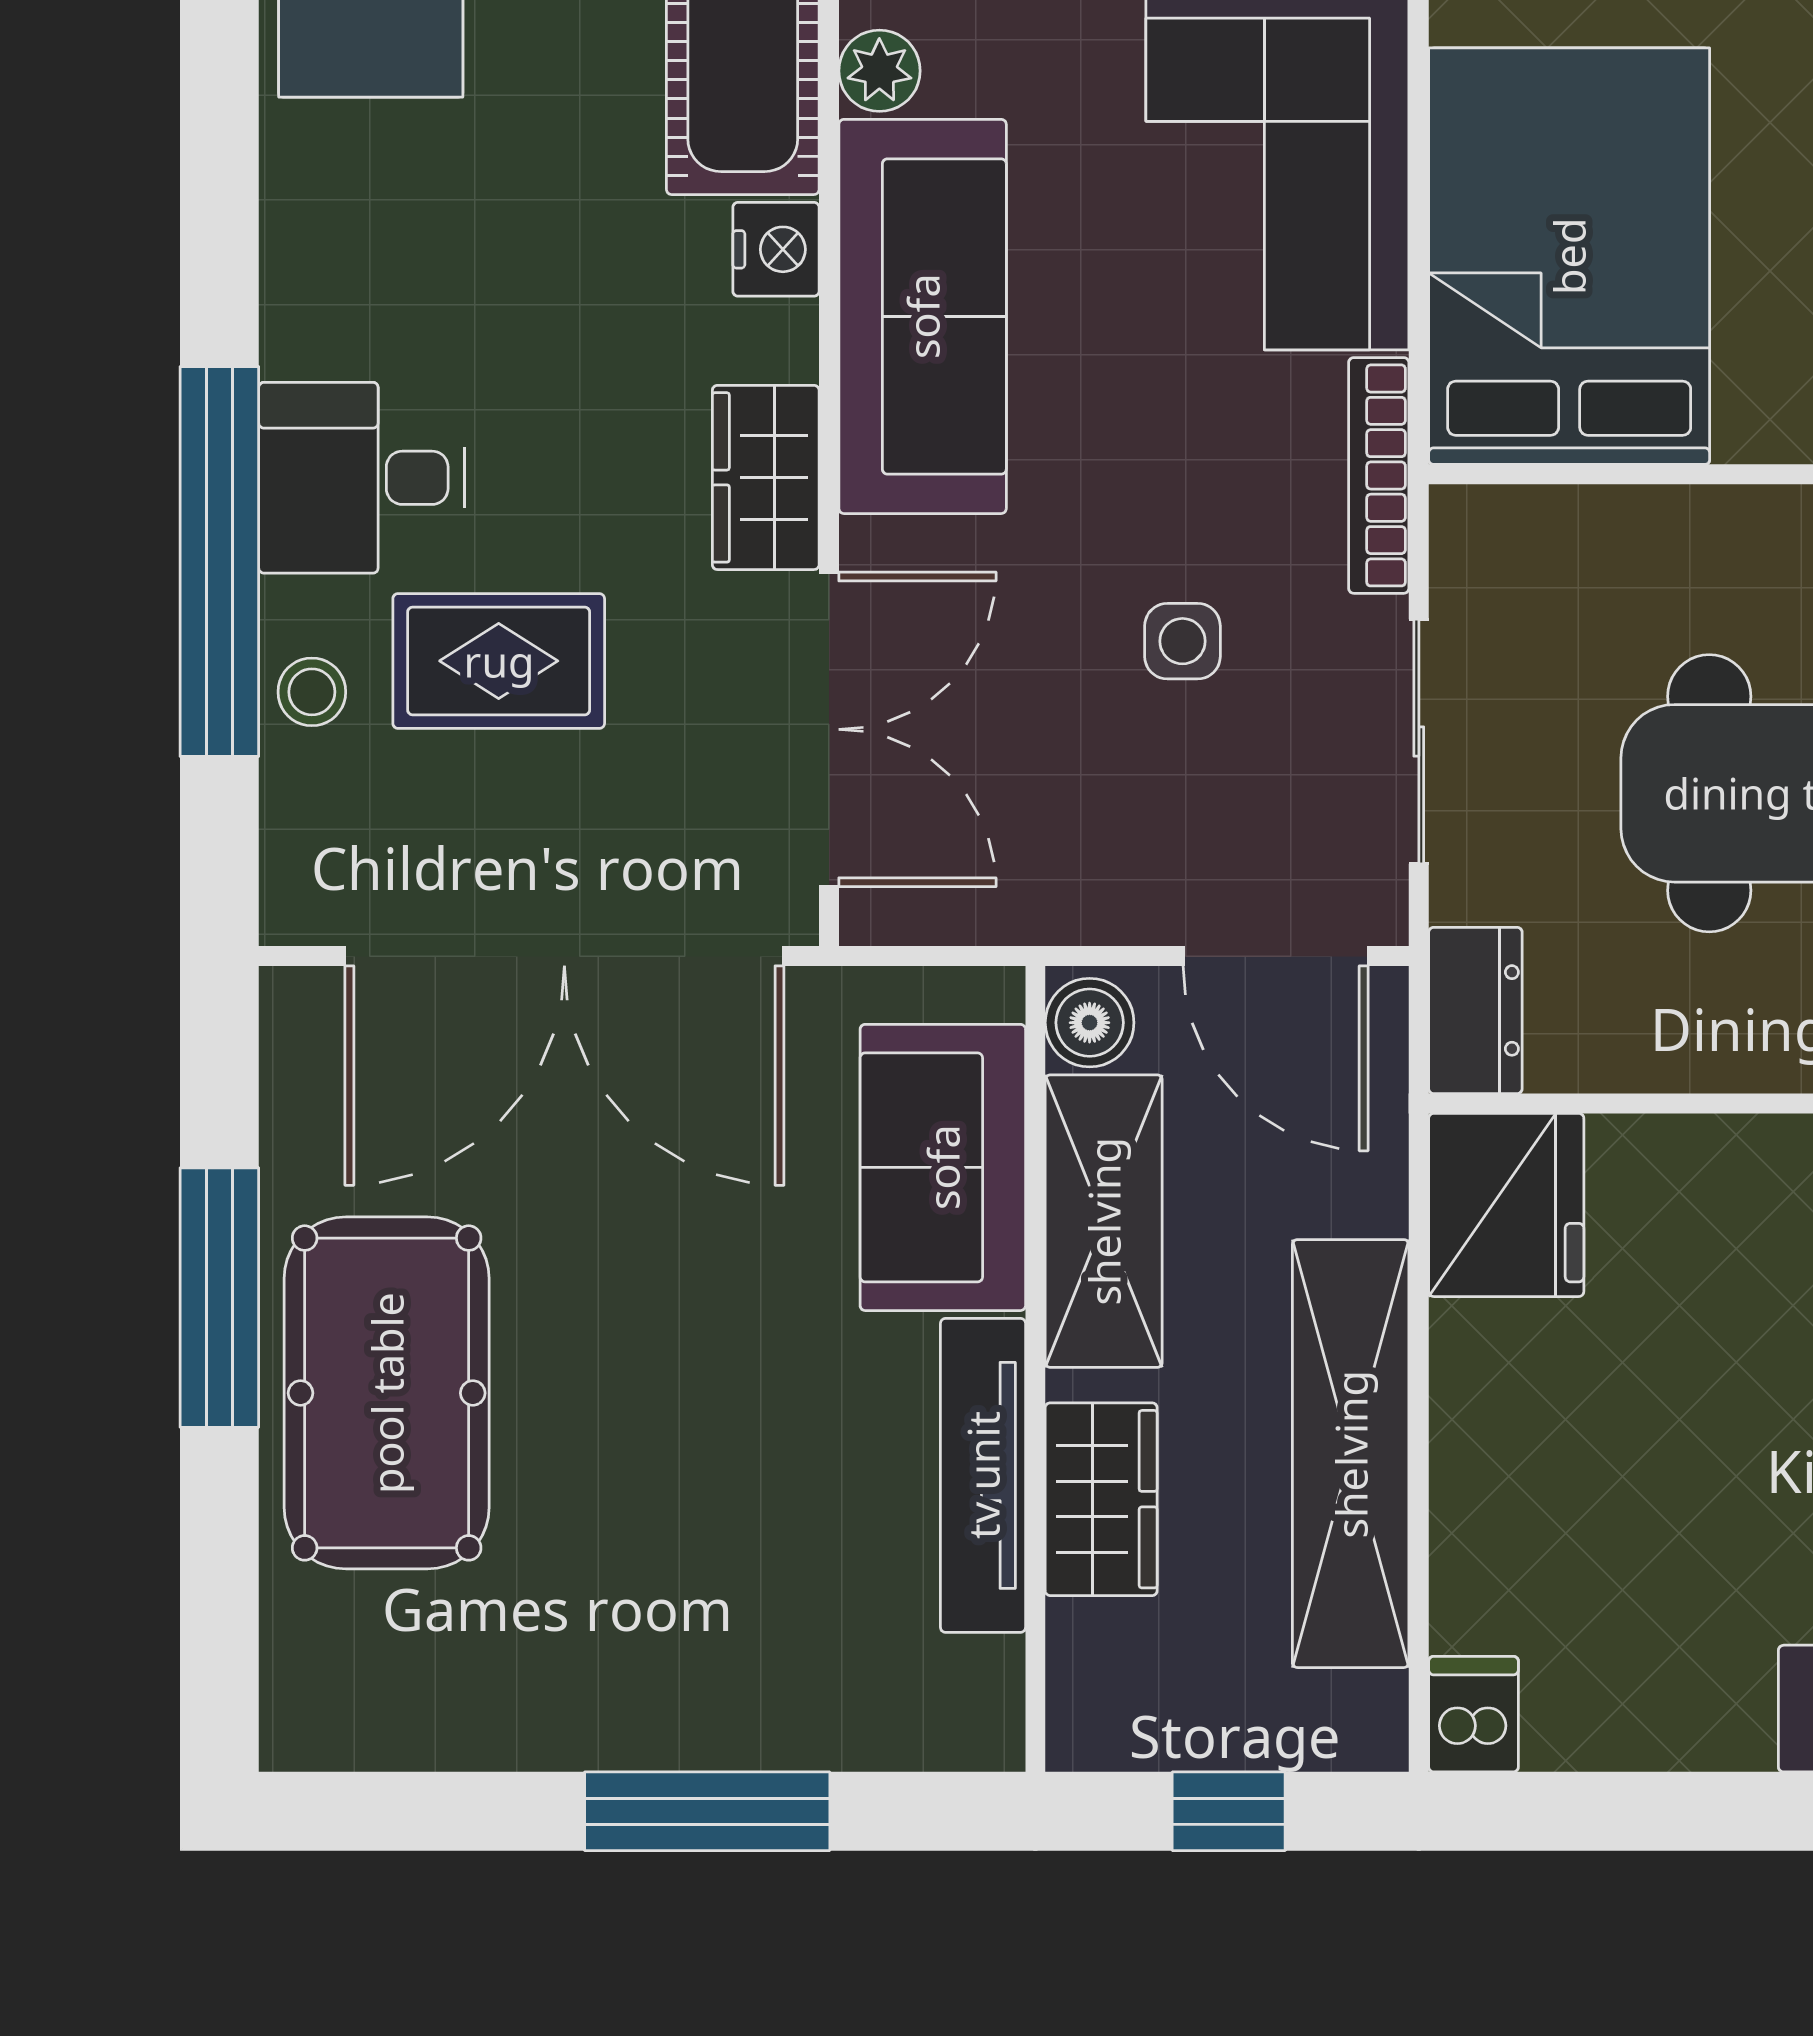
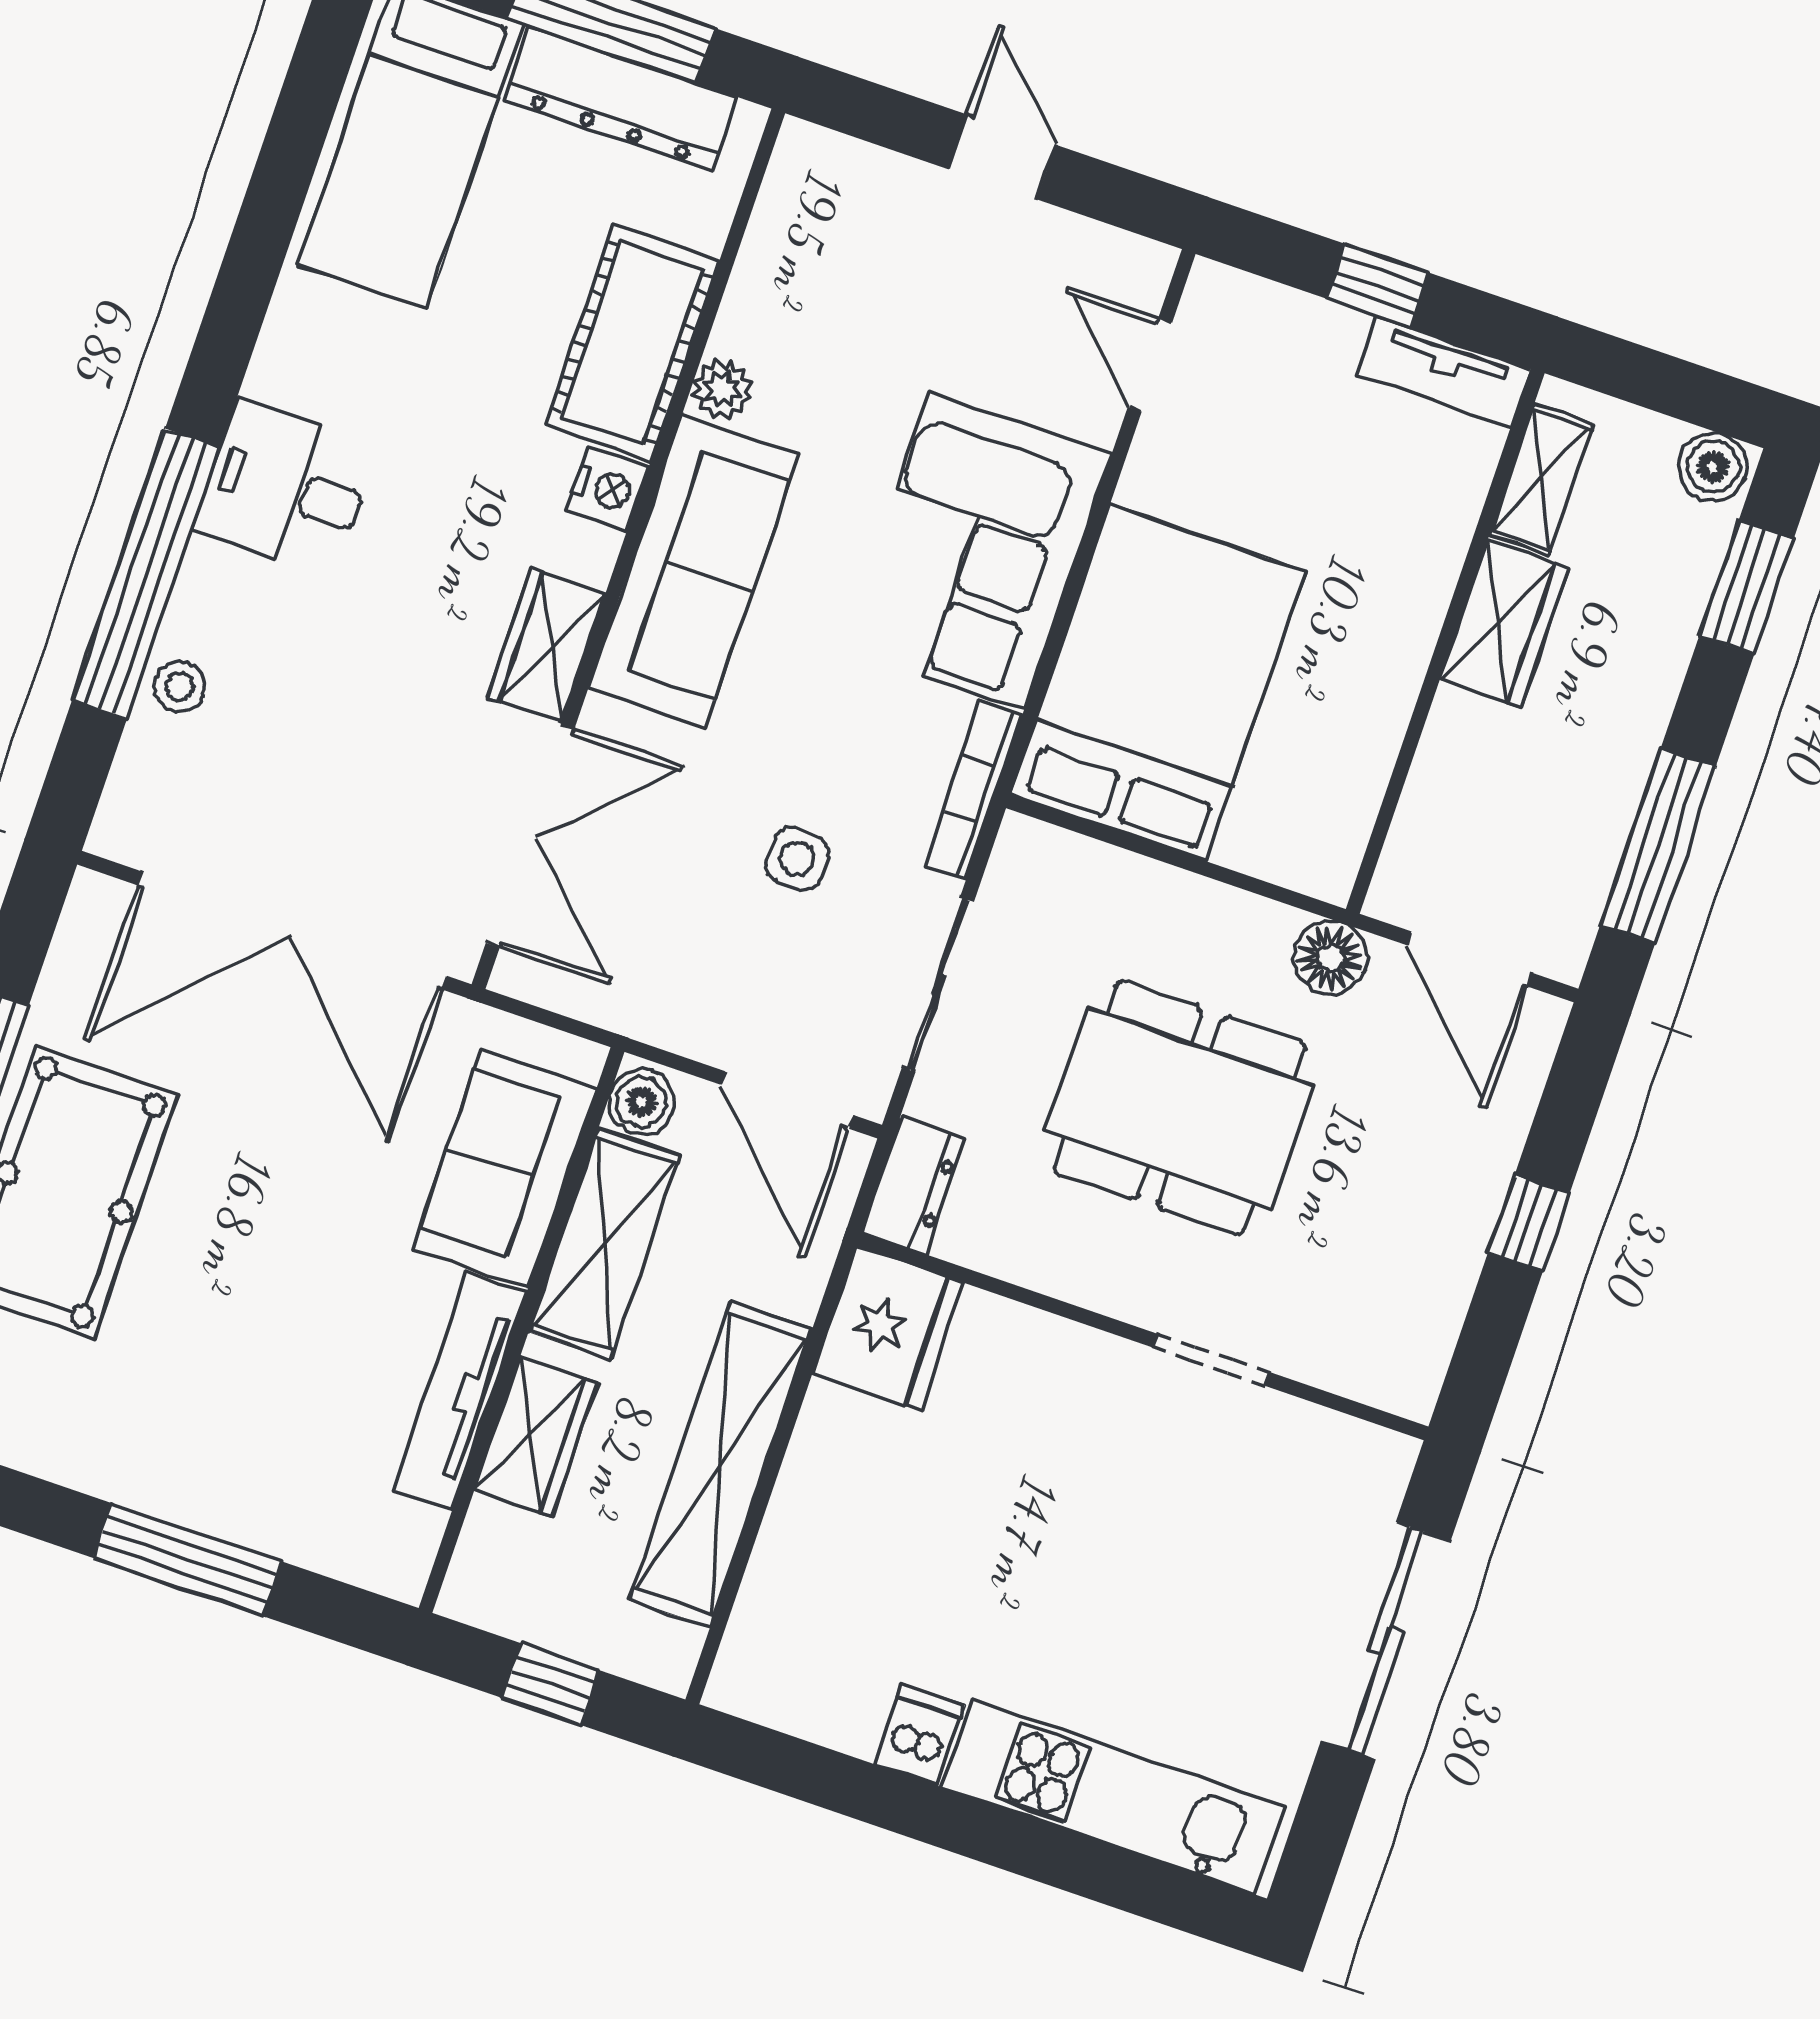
desk: (362, 478) -> (286, 488), moved
rug: (499, 661) -> (317, 710), removed
dishwasher: (1473, 1714) -> (920, 1735), moved

